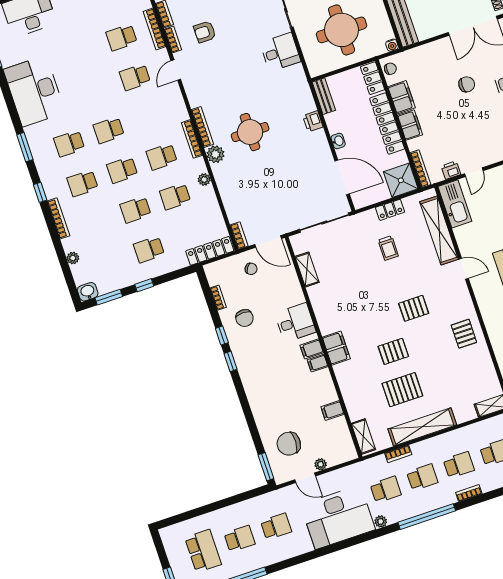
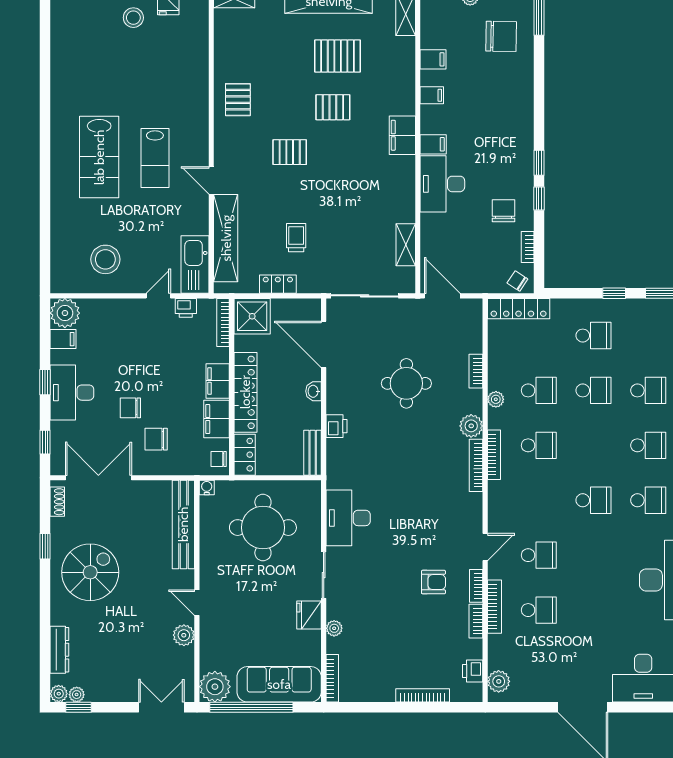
desk: (280, 52) -> (348, 518), width x1.37
chair: (440, 68) -> (156, 439), added
round table: (250, 132) -> (406, 383), moved
school desk: (122, 170) -> (648, 390), moved
bookcase: (239, 236) -> (476, 371), moved
chair: (251, 269) -> (517, 281), moved
desk: (295, 323) -> (442, 184), width x1.37
filing cabinet: (318, 363) -> (432, 95), moved

